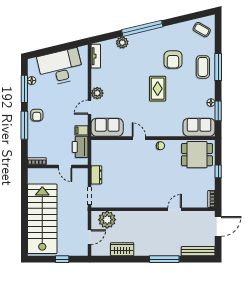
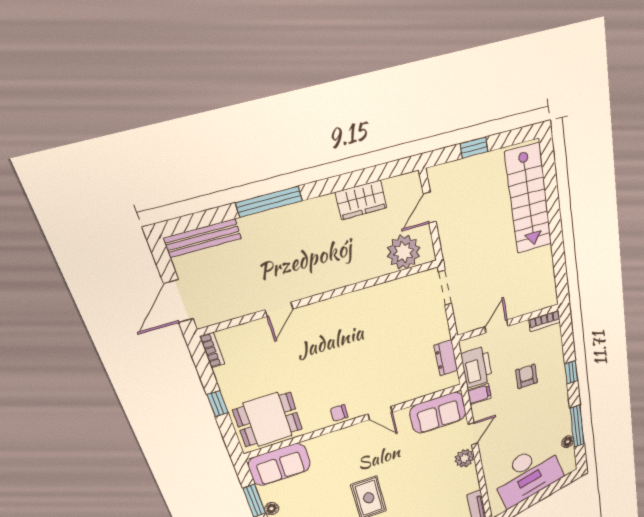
armchair: (37, 115) -> (526, 376), moved
window: (24, 125) -> (571, 372), width x0.46
door: (65, 167) -> (496, 326), hinge flipped
dresser: (96, 175) -> (446, 358), moved
stairs: (42, 219) -> (529, 199), width x0.73, depth x0.66

